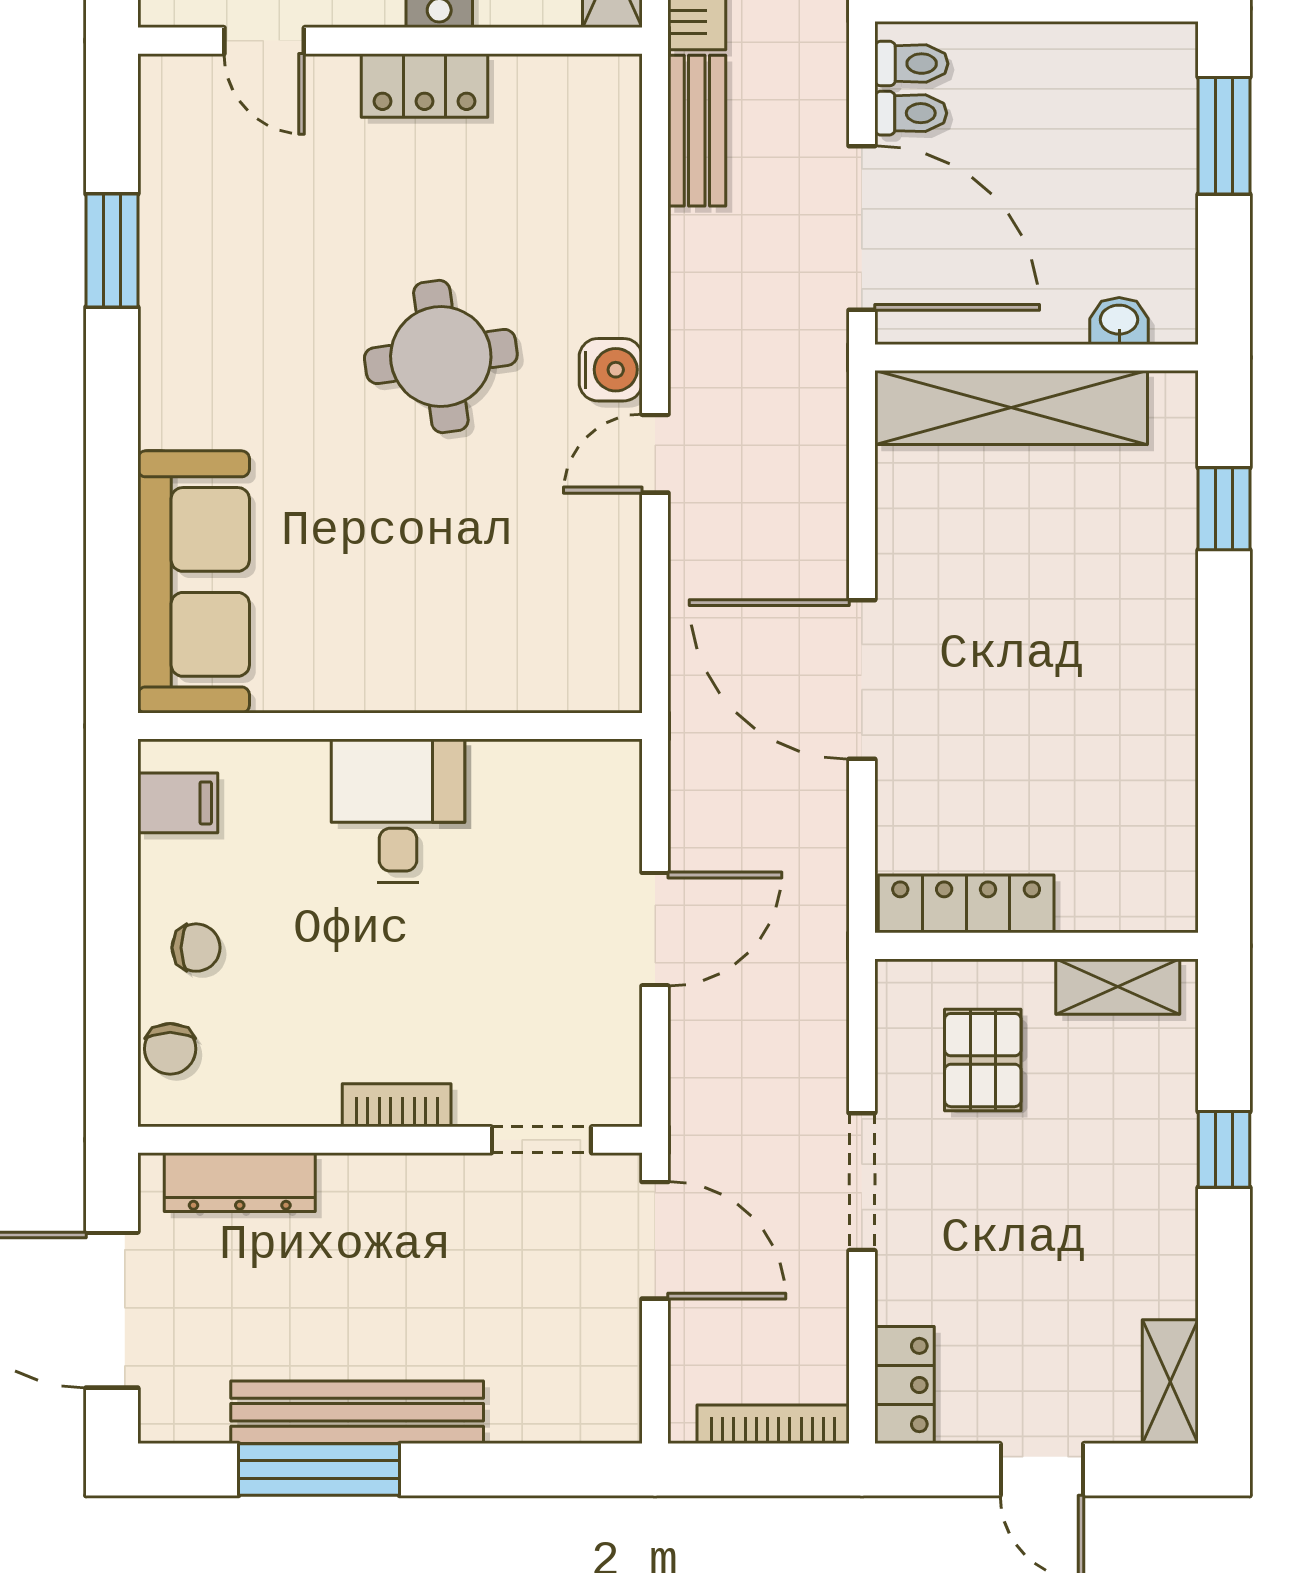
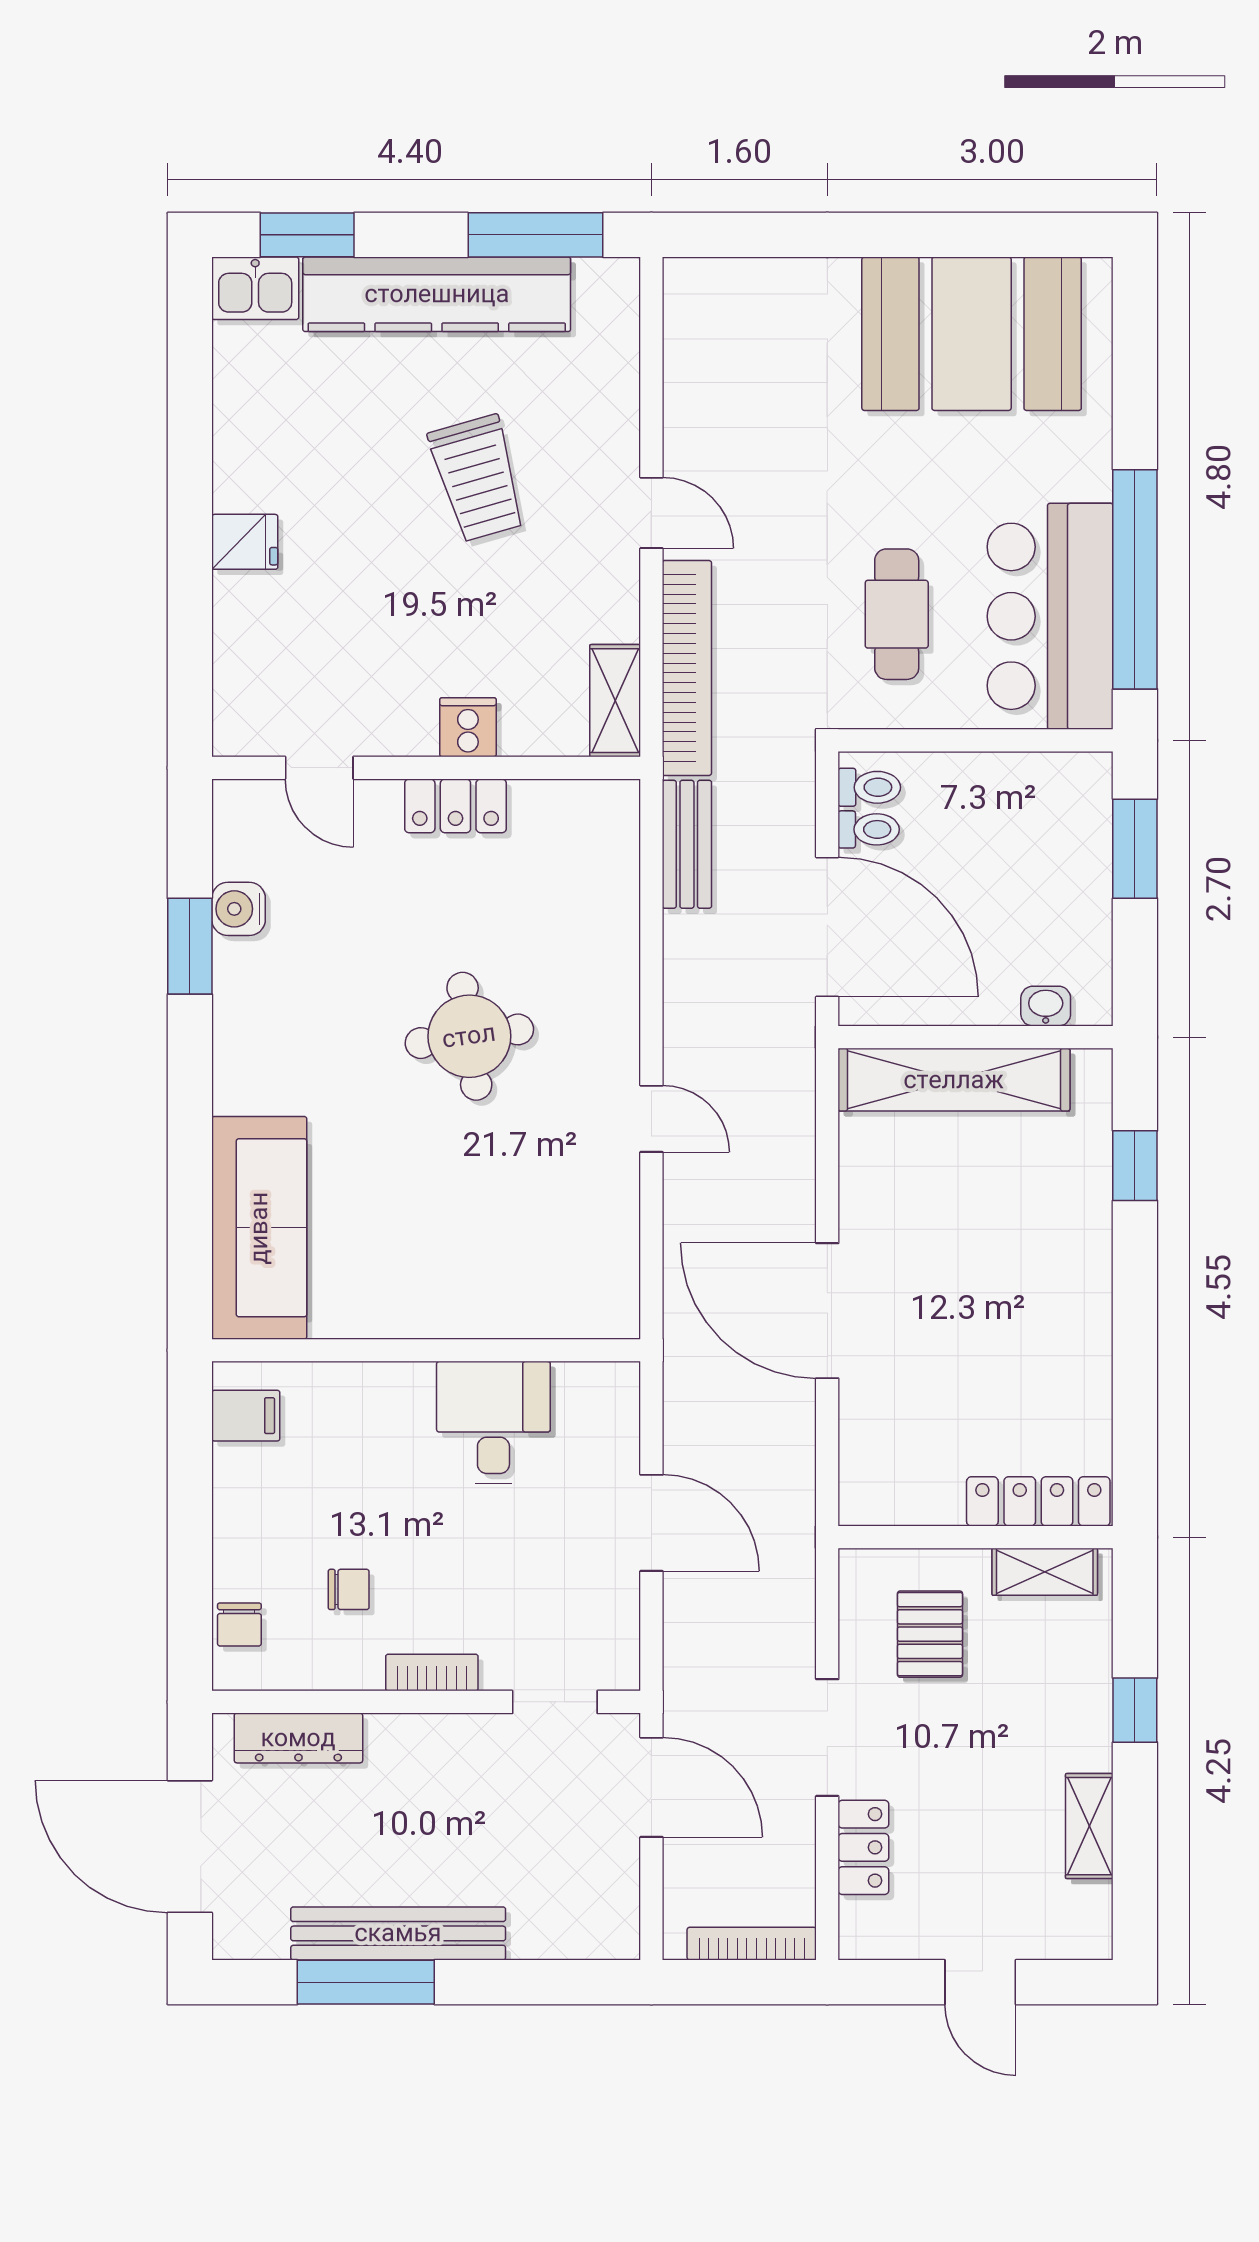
water cooler: (611, 370) -> (239, 909), moved, turned 180
door: (655, 454) -> (651, 1119), swing flipped
desk: (398, 811) -> (493, 1422), moved
locker: (966, 904) -> (1038, 1501), moved
door: (655, 929) -> (651, 1523), hinge flipped
chair: (196, 948) -> (349, 1589), moved
shelving: (1170, 1382) -> (1089, 1826), moved
locker: (905, 1385) -> (863, 1847), moved

